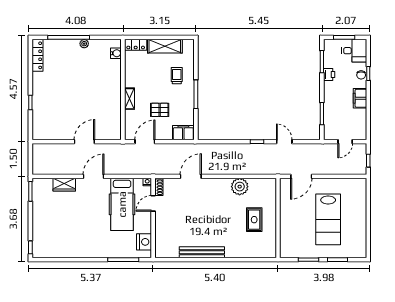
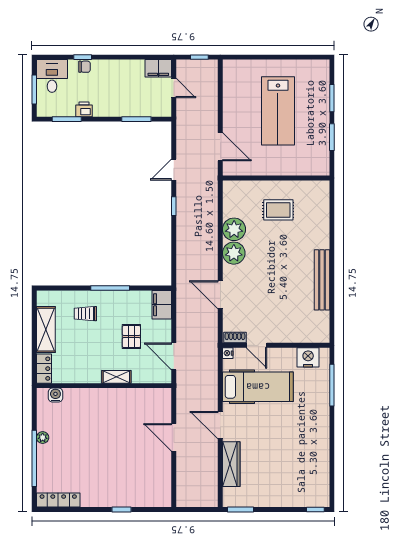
filing cabinet: (360, 98) -> (158, 68), moved
wardrobe: (64, 185) -> (231, 464), width x1.50
plant: (222, 186) -> (234, 253), added
lab bench: (328, 219) -> (278, 111), turned 90

